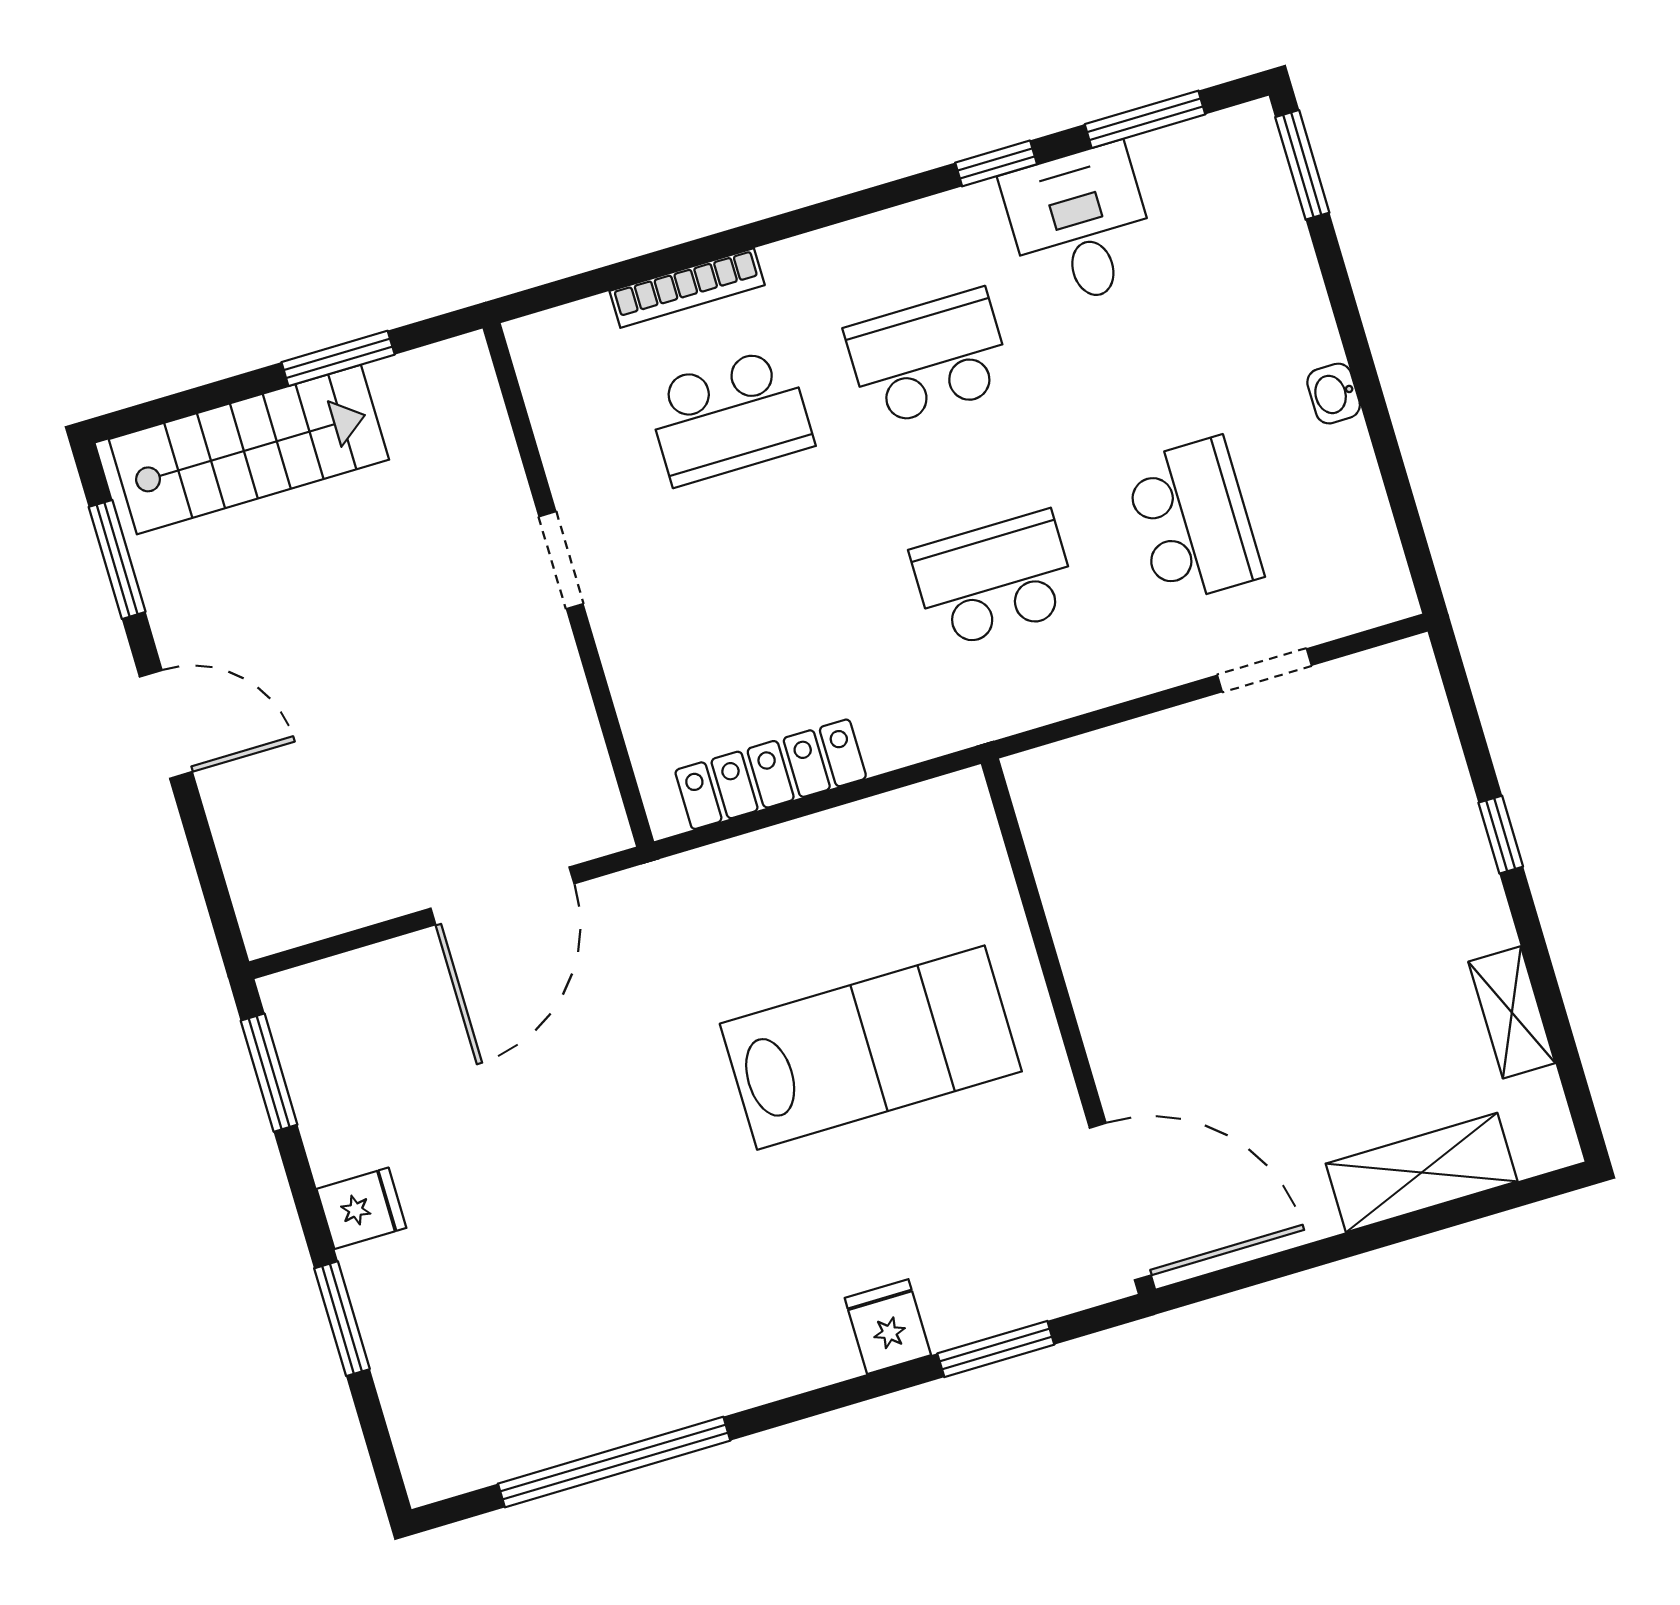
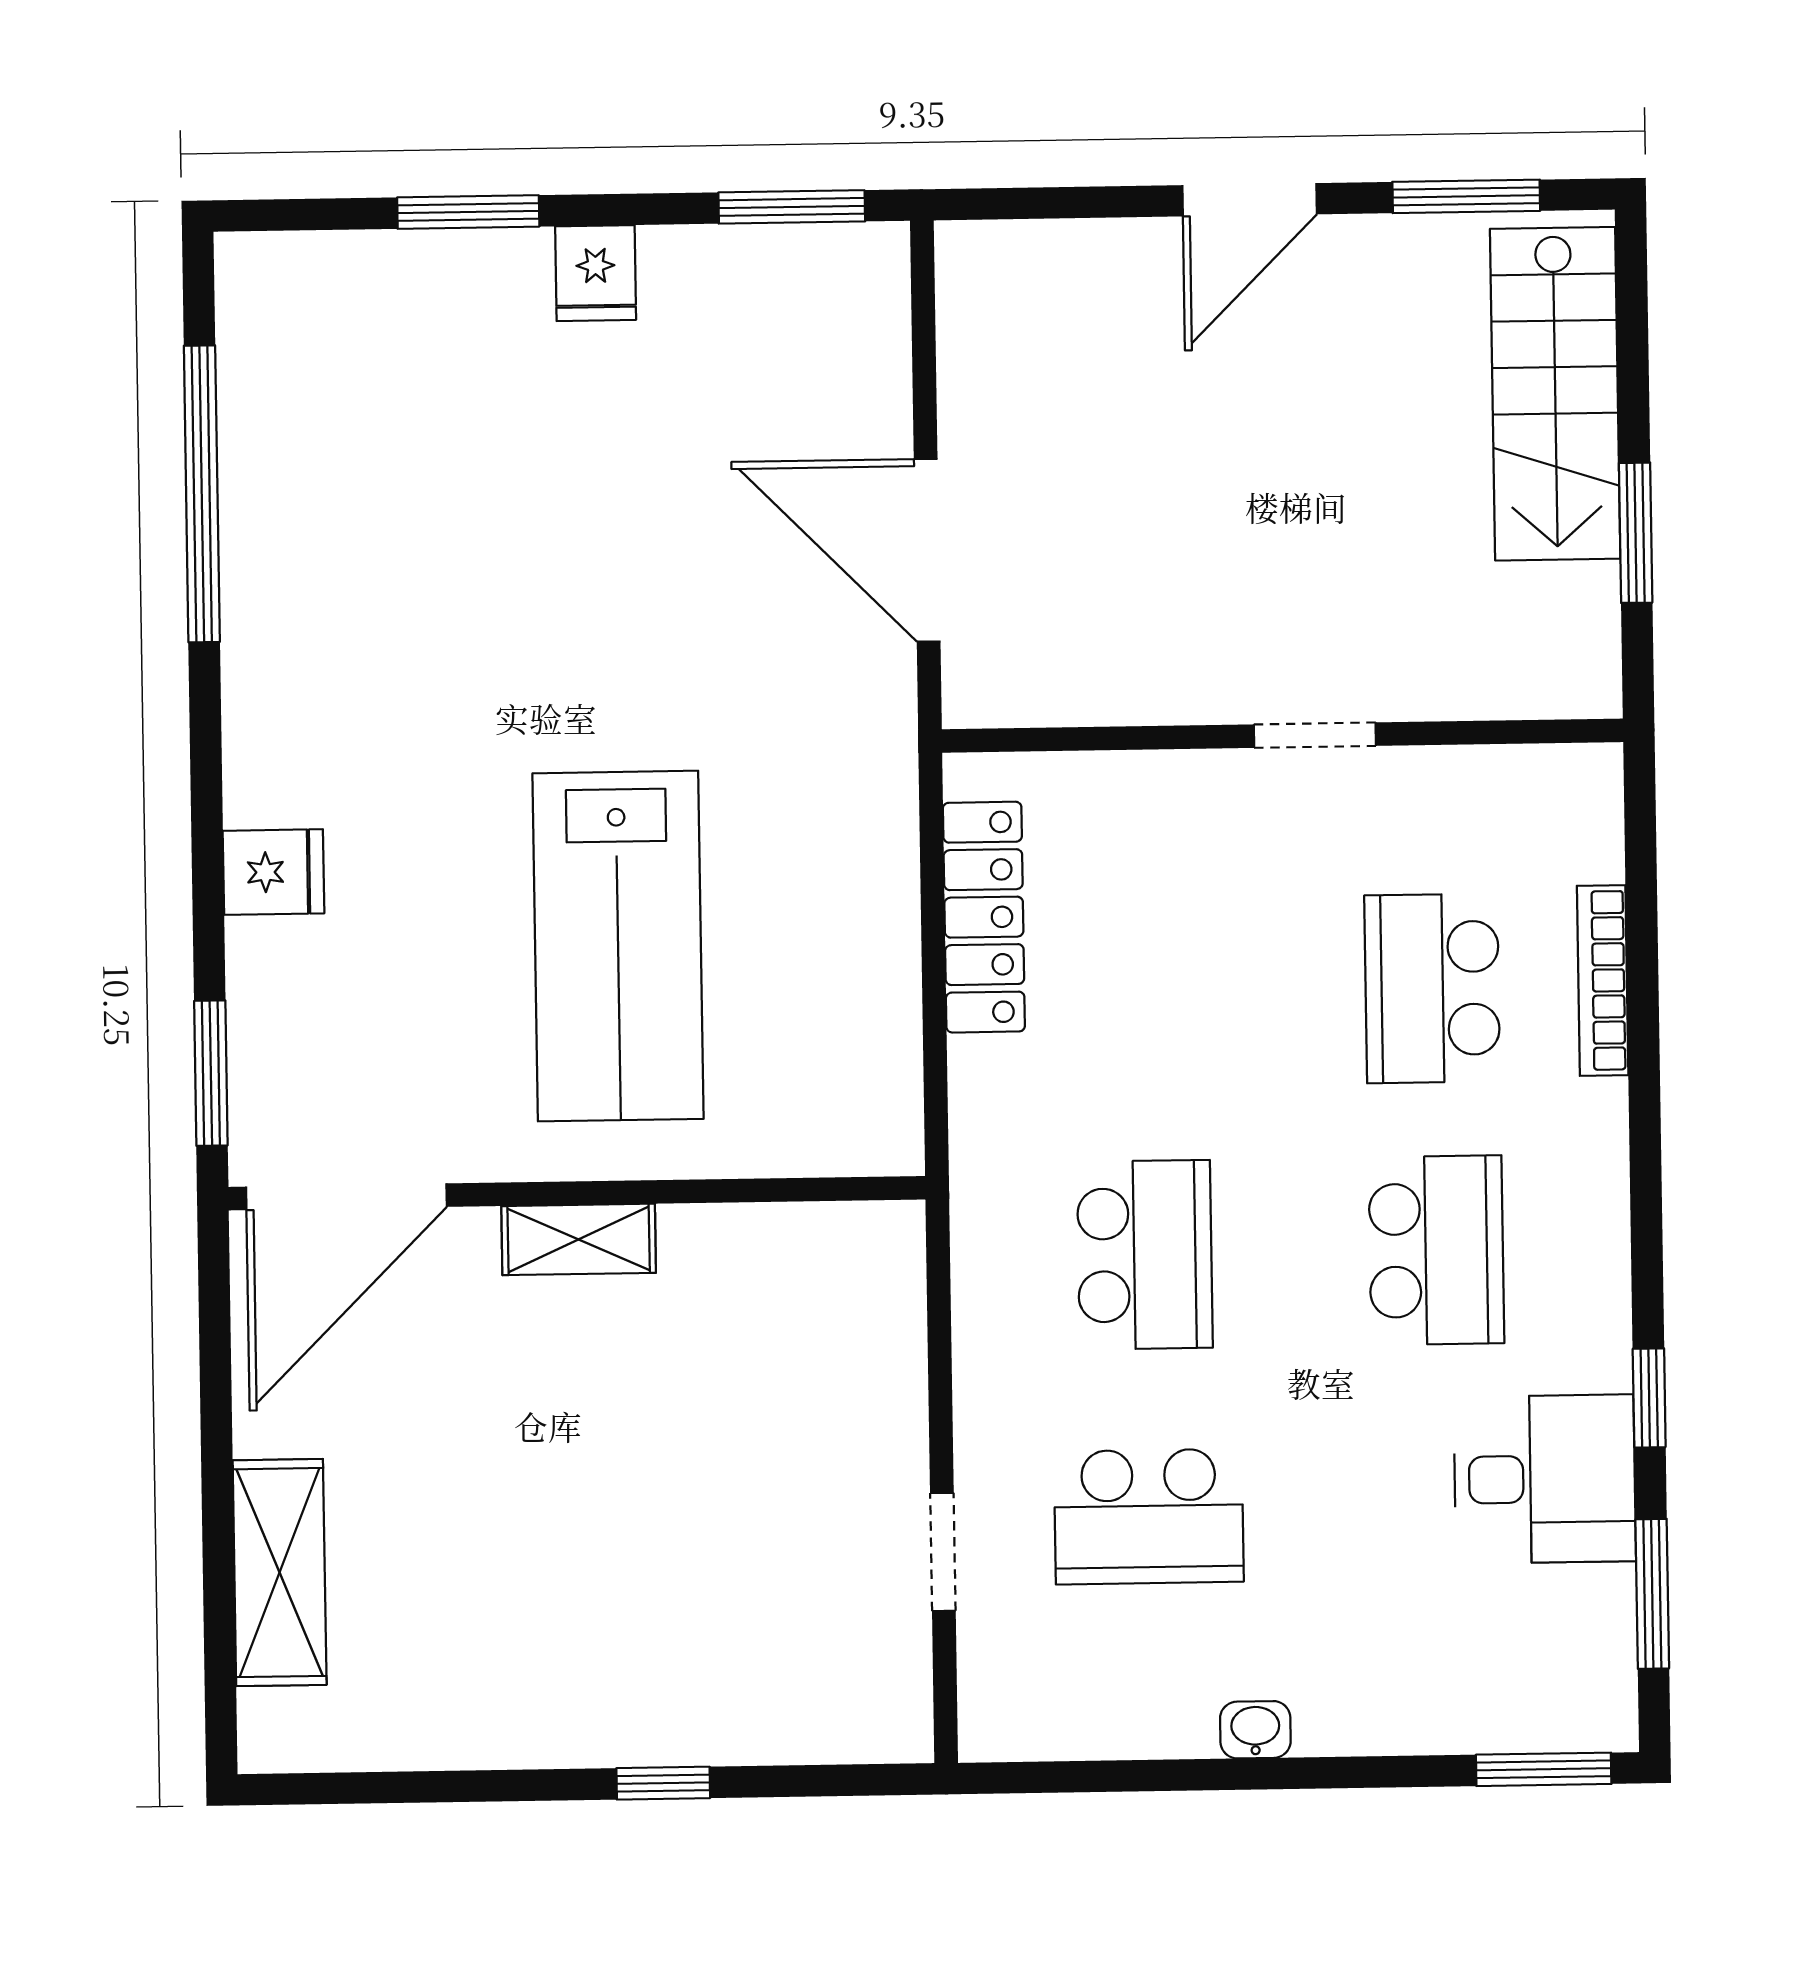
shelving: (1512, 1012) -> (579, 1239), moved
window: (996, 1349) -> (211, 1073), moved

